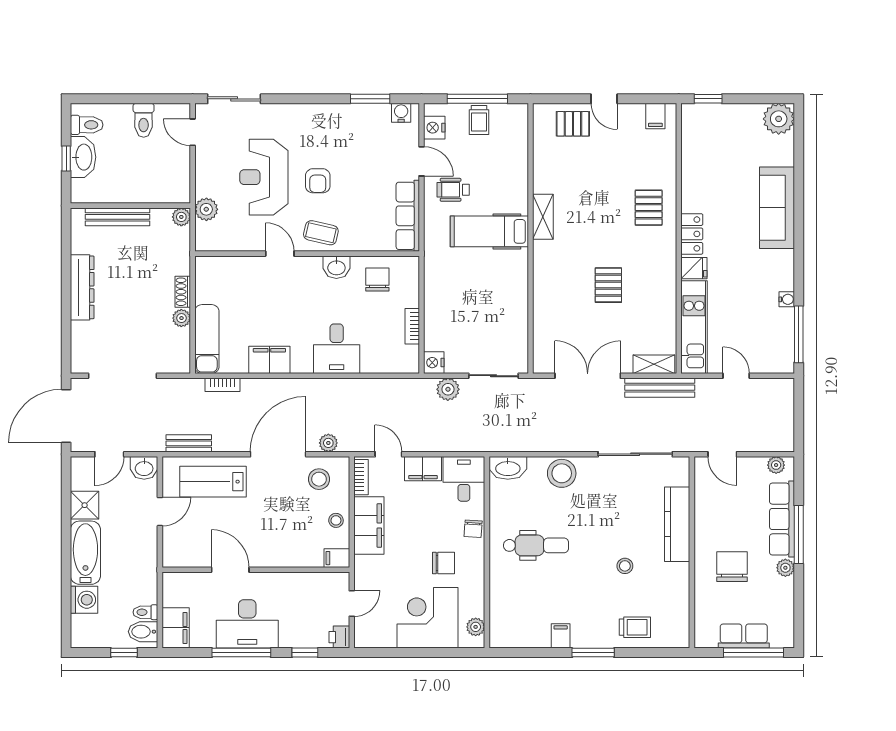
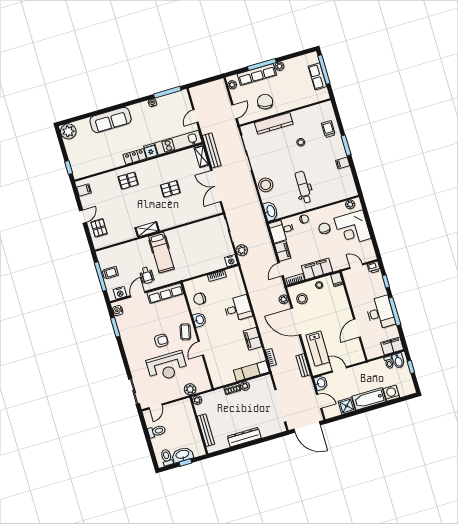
chair: (732, 567) -> (265, 102), moved, turned 105

